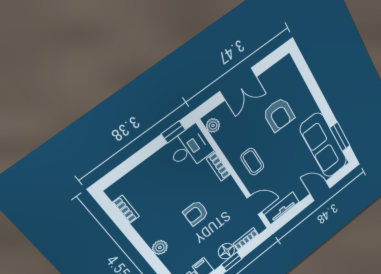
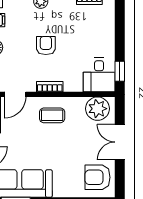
armchair: (279, 115) -> (97, 177), moved
plant: (213, 125) -> (98, 109), width x1.88, depth x1.88
bookcase: (218, 166) -> (50, 87), moved

